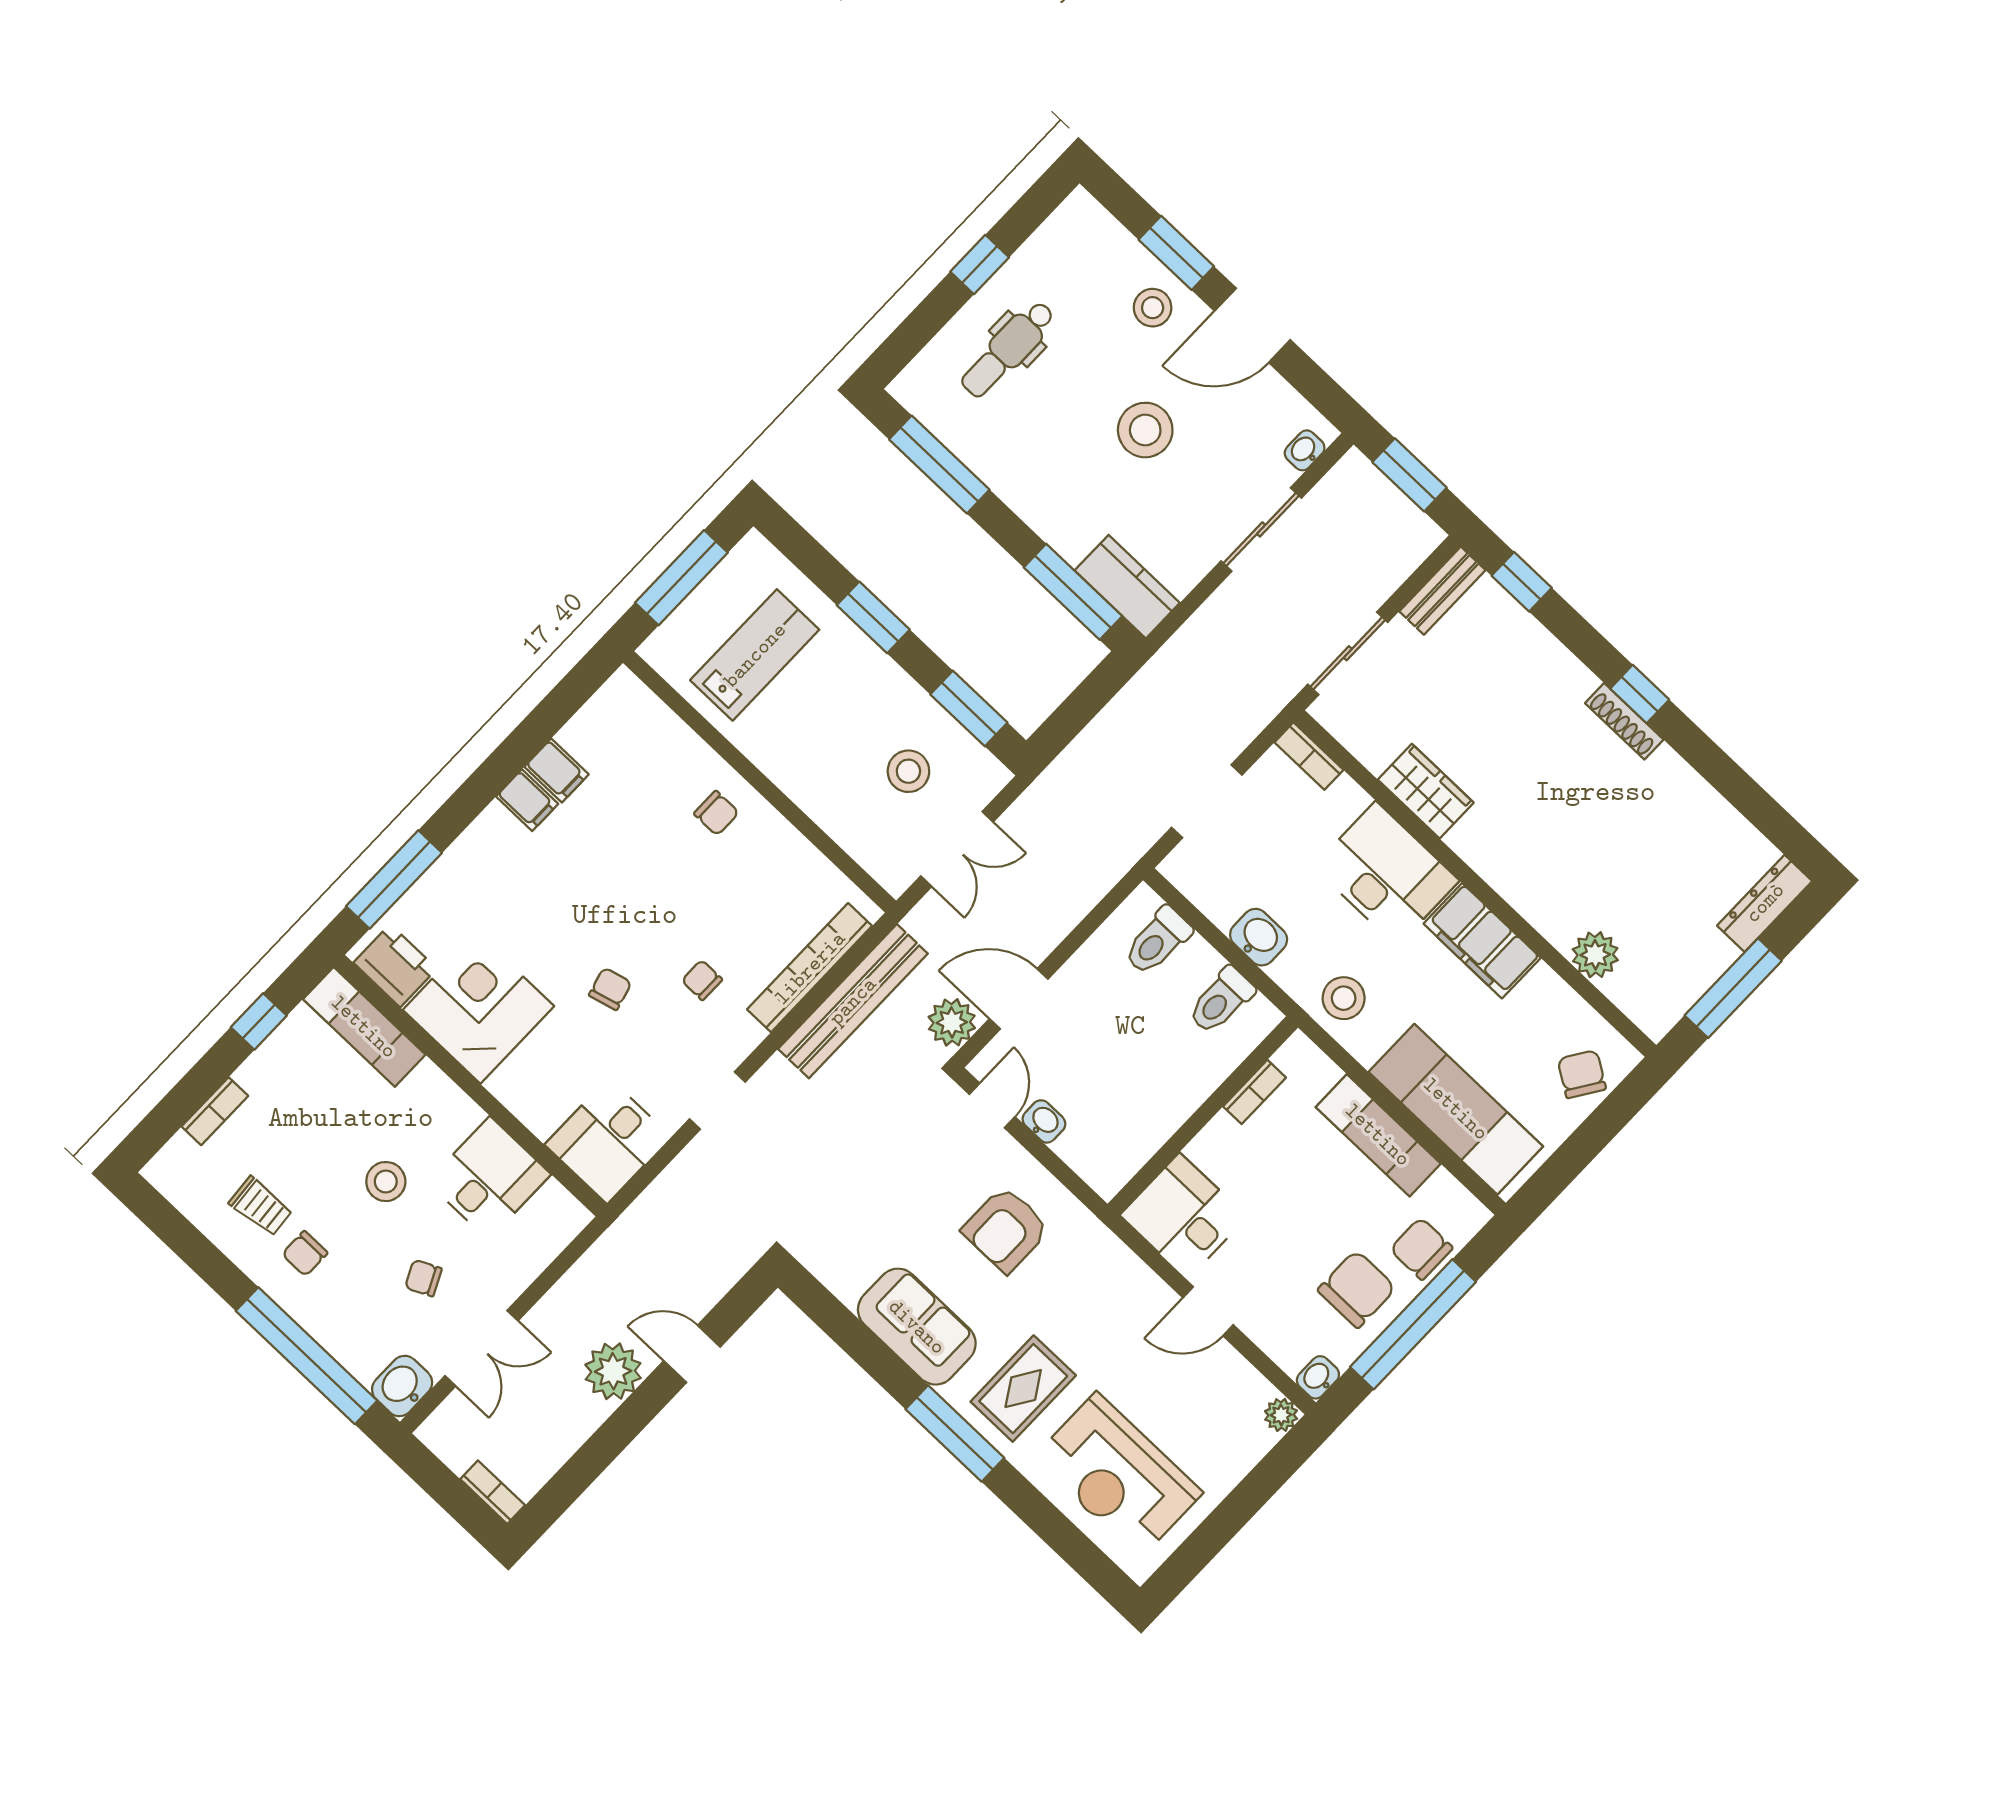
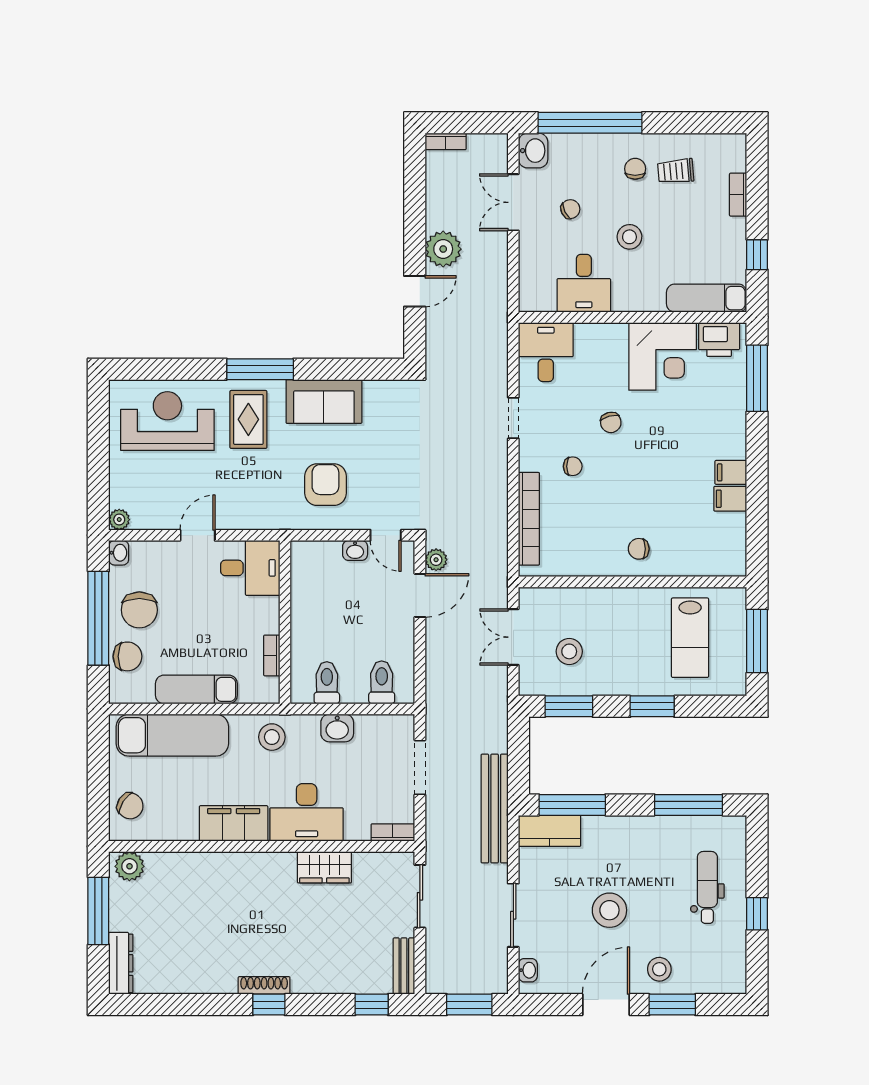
plant: (1595, 955) -> (129, 866), moved
bench: (853, 1001) -> (495, 809), moved
plant: (952, 1022) -> (436, 560), width x0.73, depth x0.73

